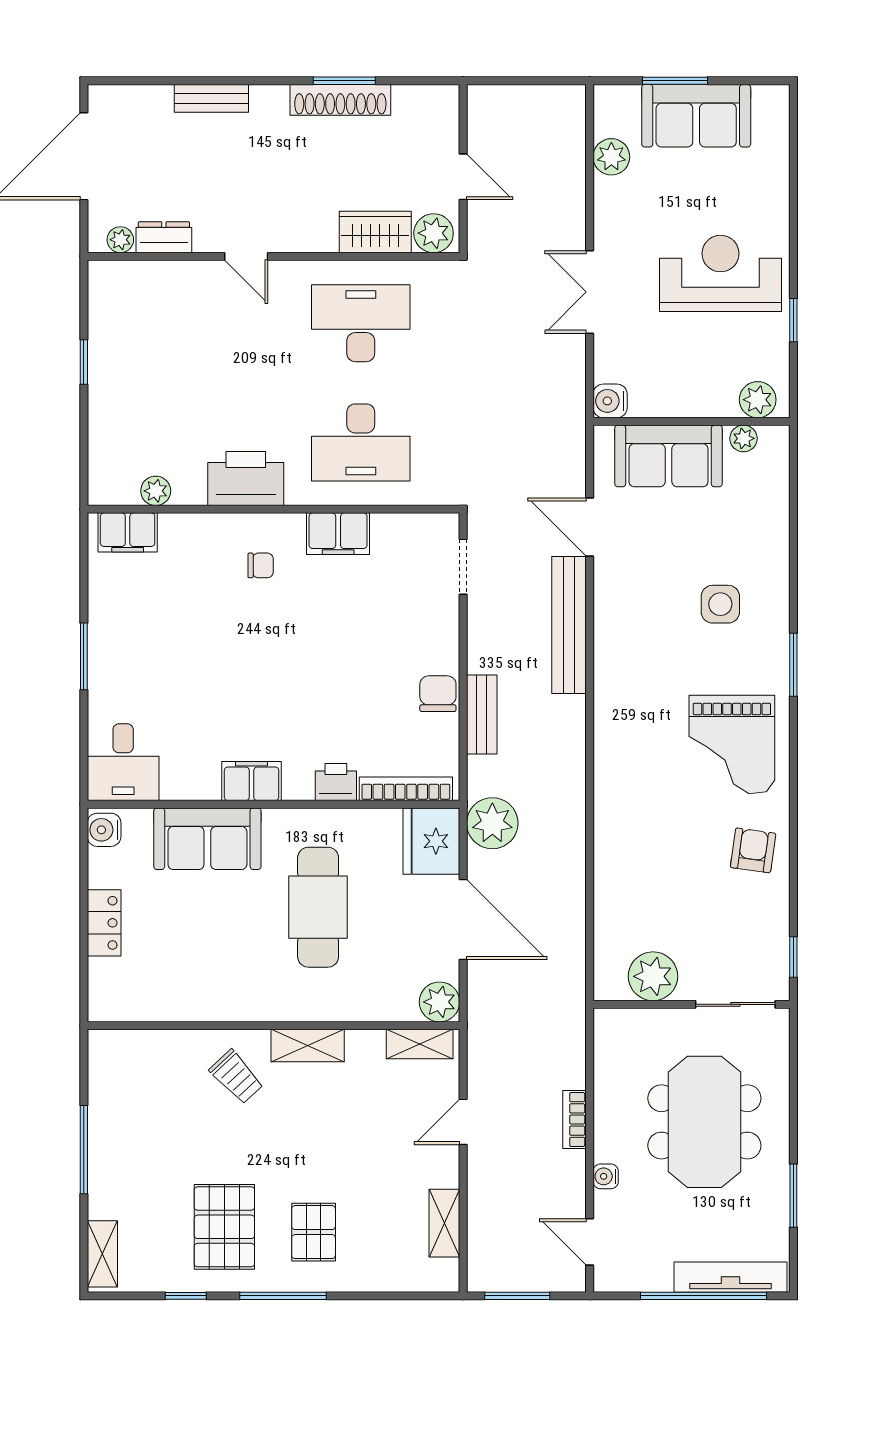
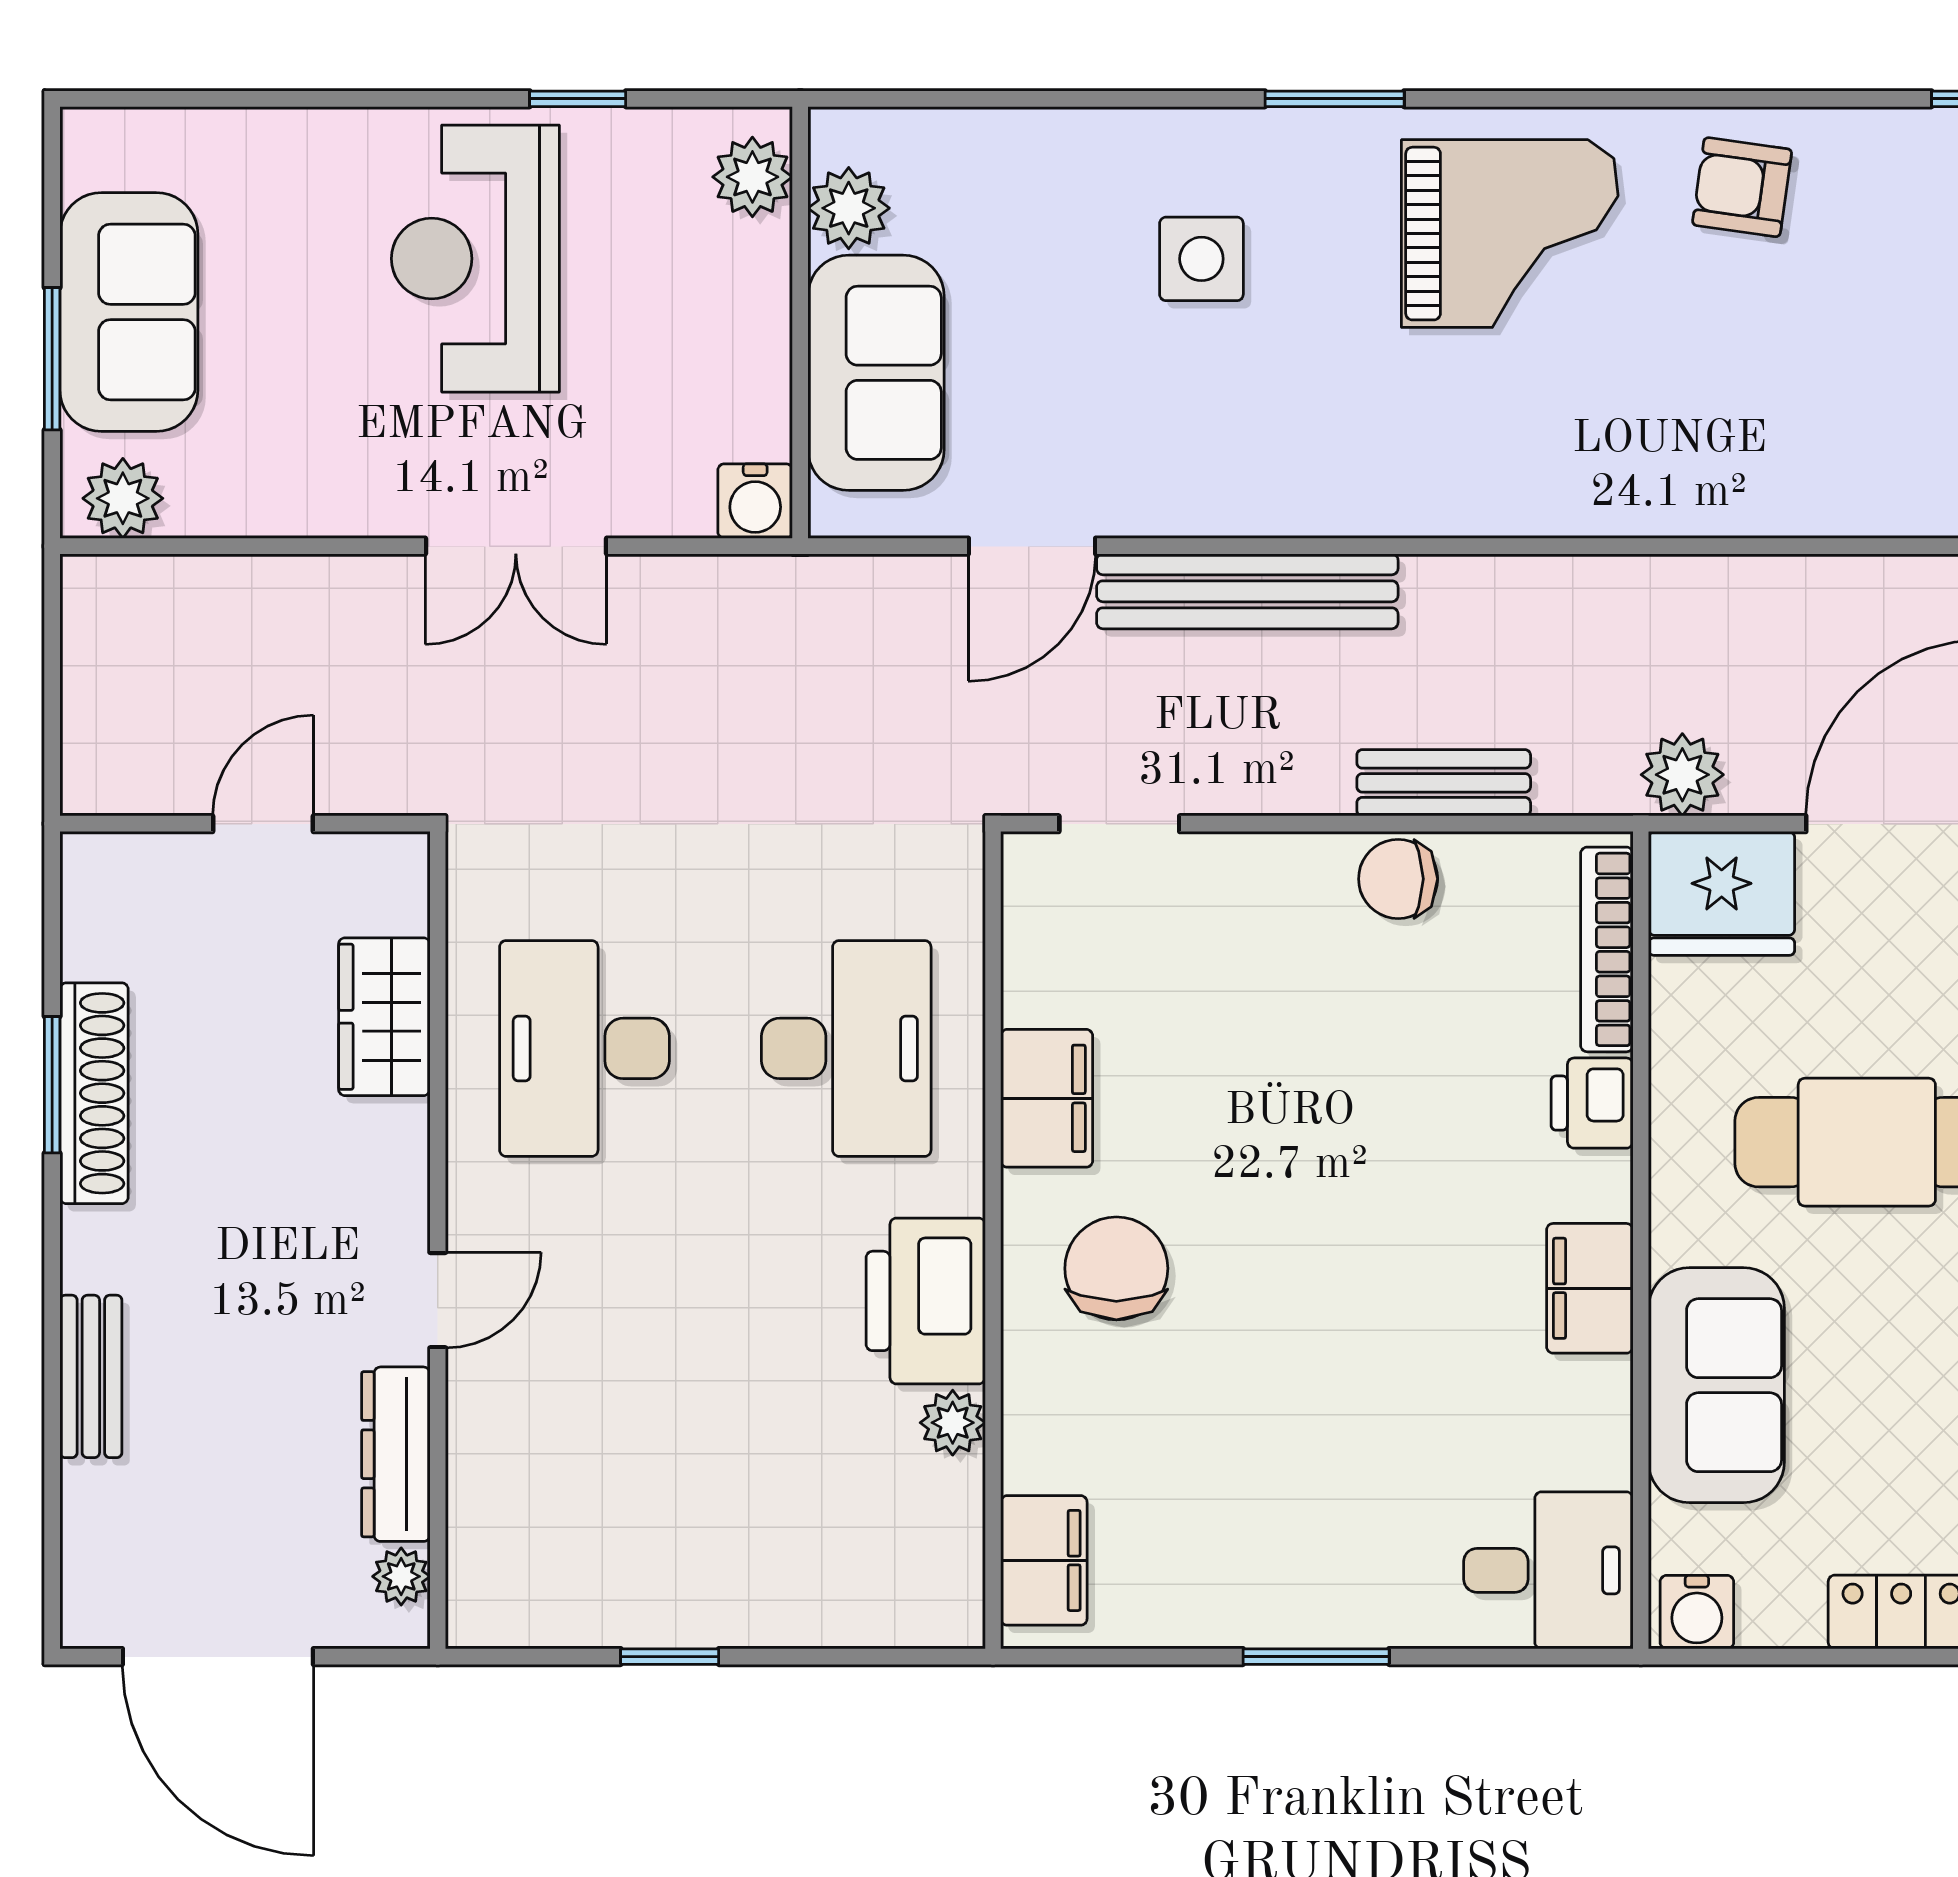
plant: (611, 157) -> (123, 498), moved
plant: (434, 233) -> (387, 889), removed
dresser: (164, 237) -> (396, 1454), width x1.44
plant: (744, 438) -> (849, 208), width x1.38, depth x1.38
plant: (156, 491) -> (953, 1423), moved
chair: (261, 565) -> (1116, 1268), width x1.87, depth x1.87
plant: (492, 823) -> (1682, 775), width x0.73, depth x0.73

